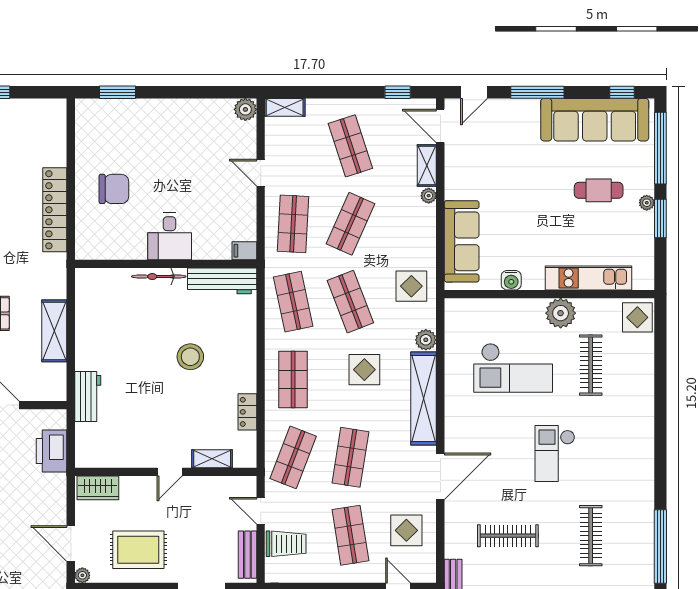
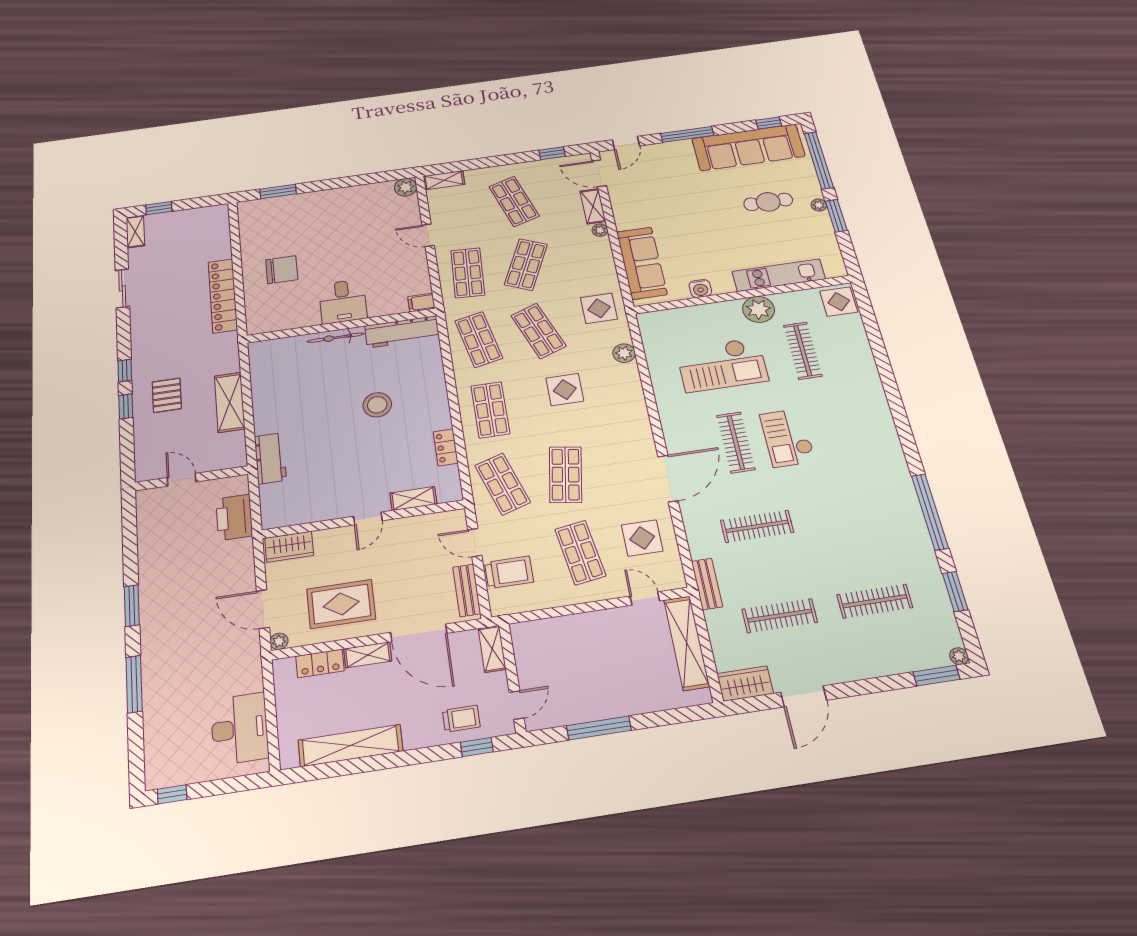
shelving: (424, 398) -> (633, 407), removed
shop shelf: (293, 457) -> (503, 484), turned -39
clothes rail: (591, 536) -> (736, 442), moved

